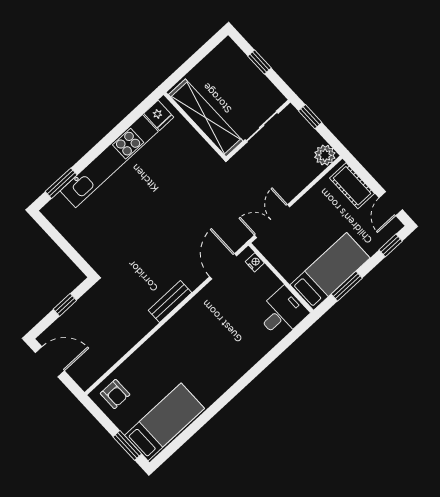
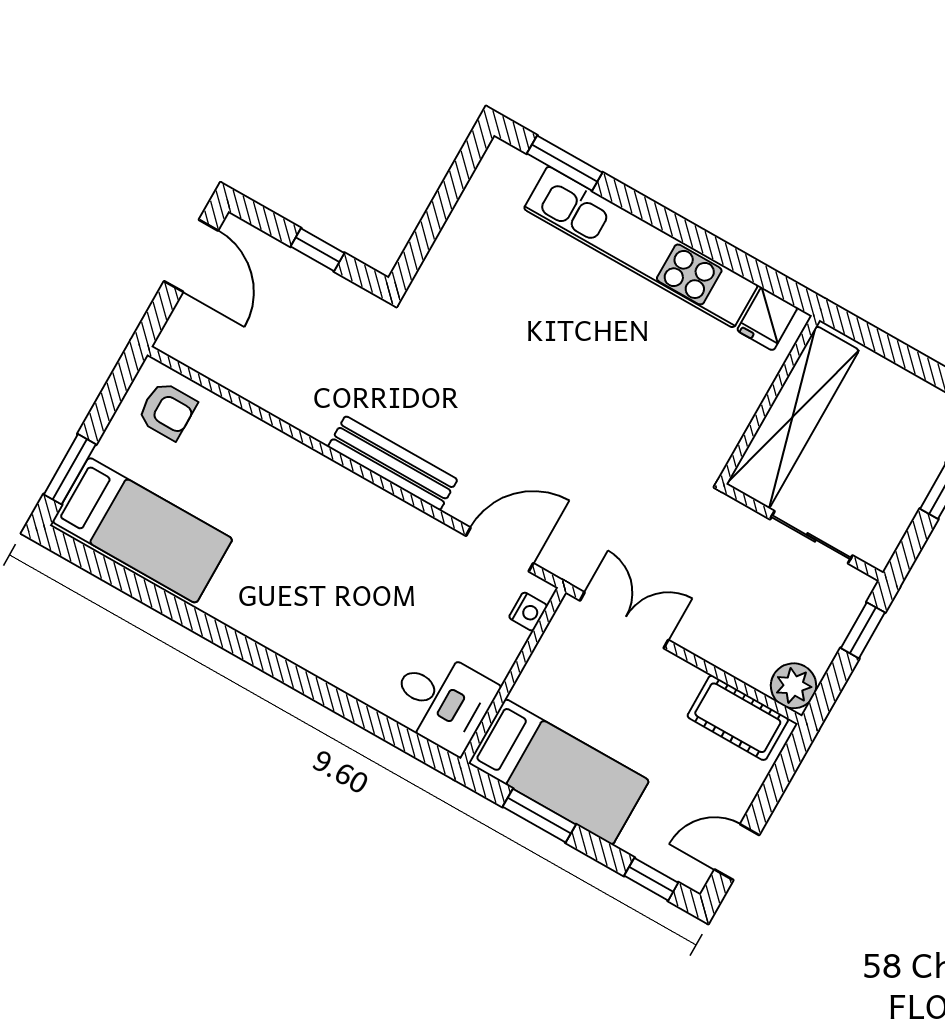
cot: (352, 186) -> (738, 718), moved, turned 90
bench: (170, 302) -> (393, 463), width x1.36
armchair: (115, 394) -> (167, 411), turned -90

